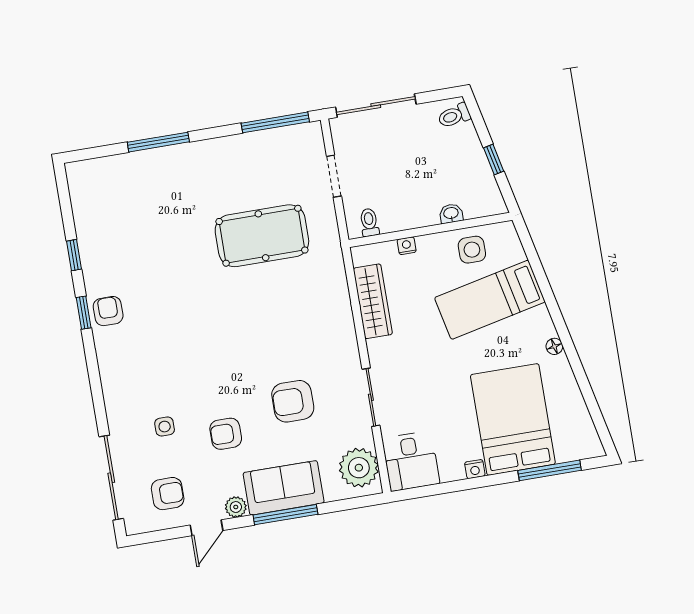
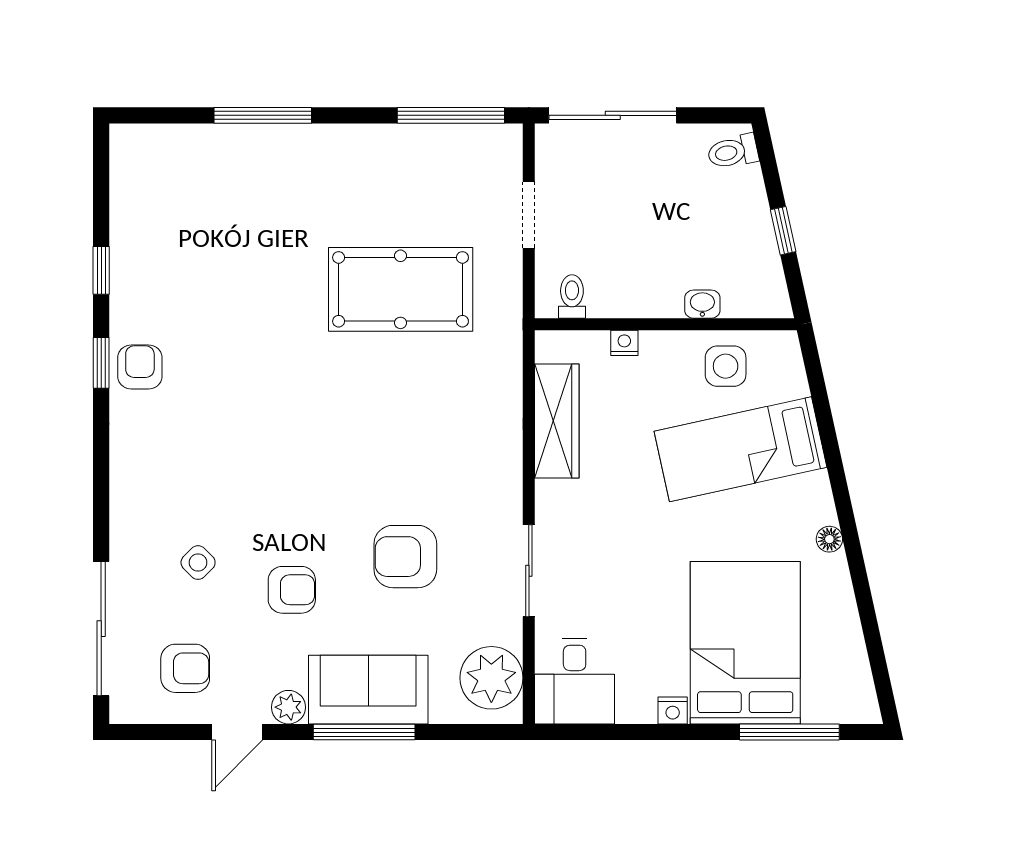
side table: (165, 427) -> (198, 563), turned 45
armchair: (226, 434) -> (292, 590), turned 180

